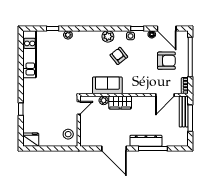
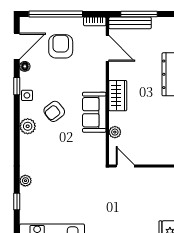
sofa: (107, 85) -> (94, 112), moved
wardrobe: (120, 103) -> (118, 96), moved
stool: (68, 134) -> (161, 180), removed

